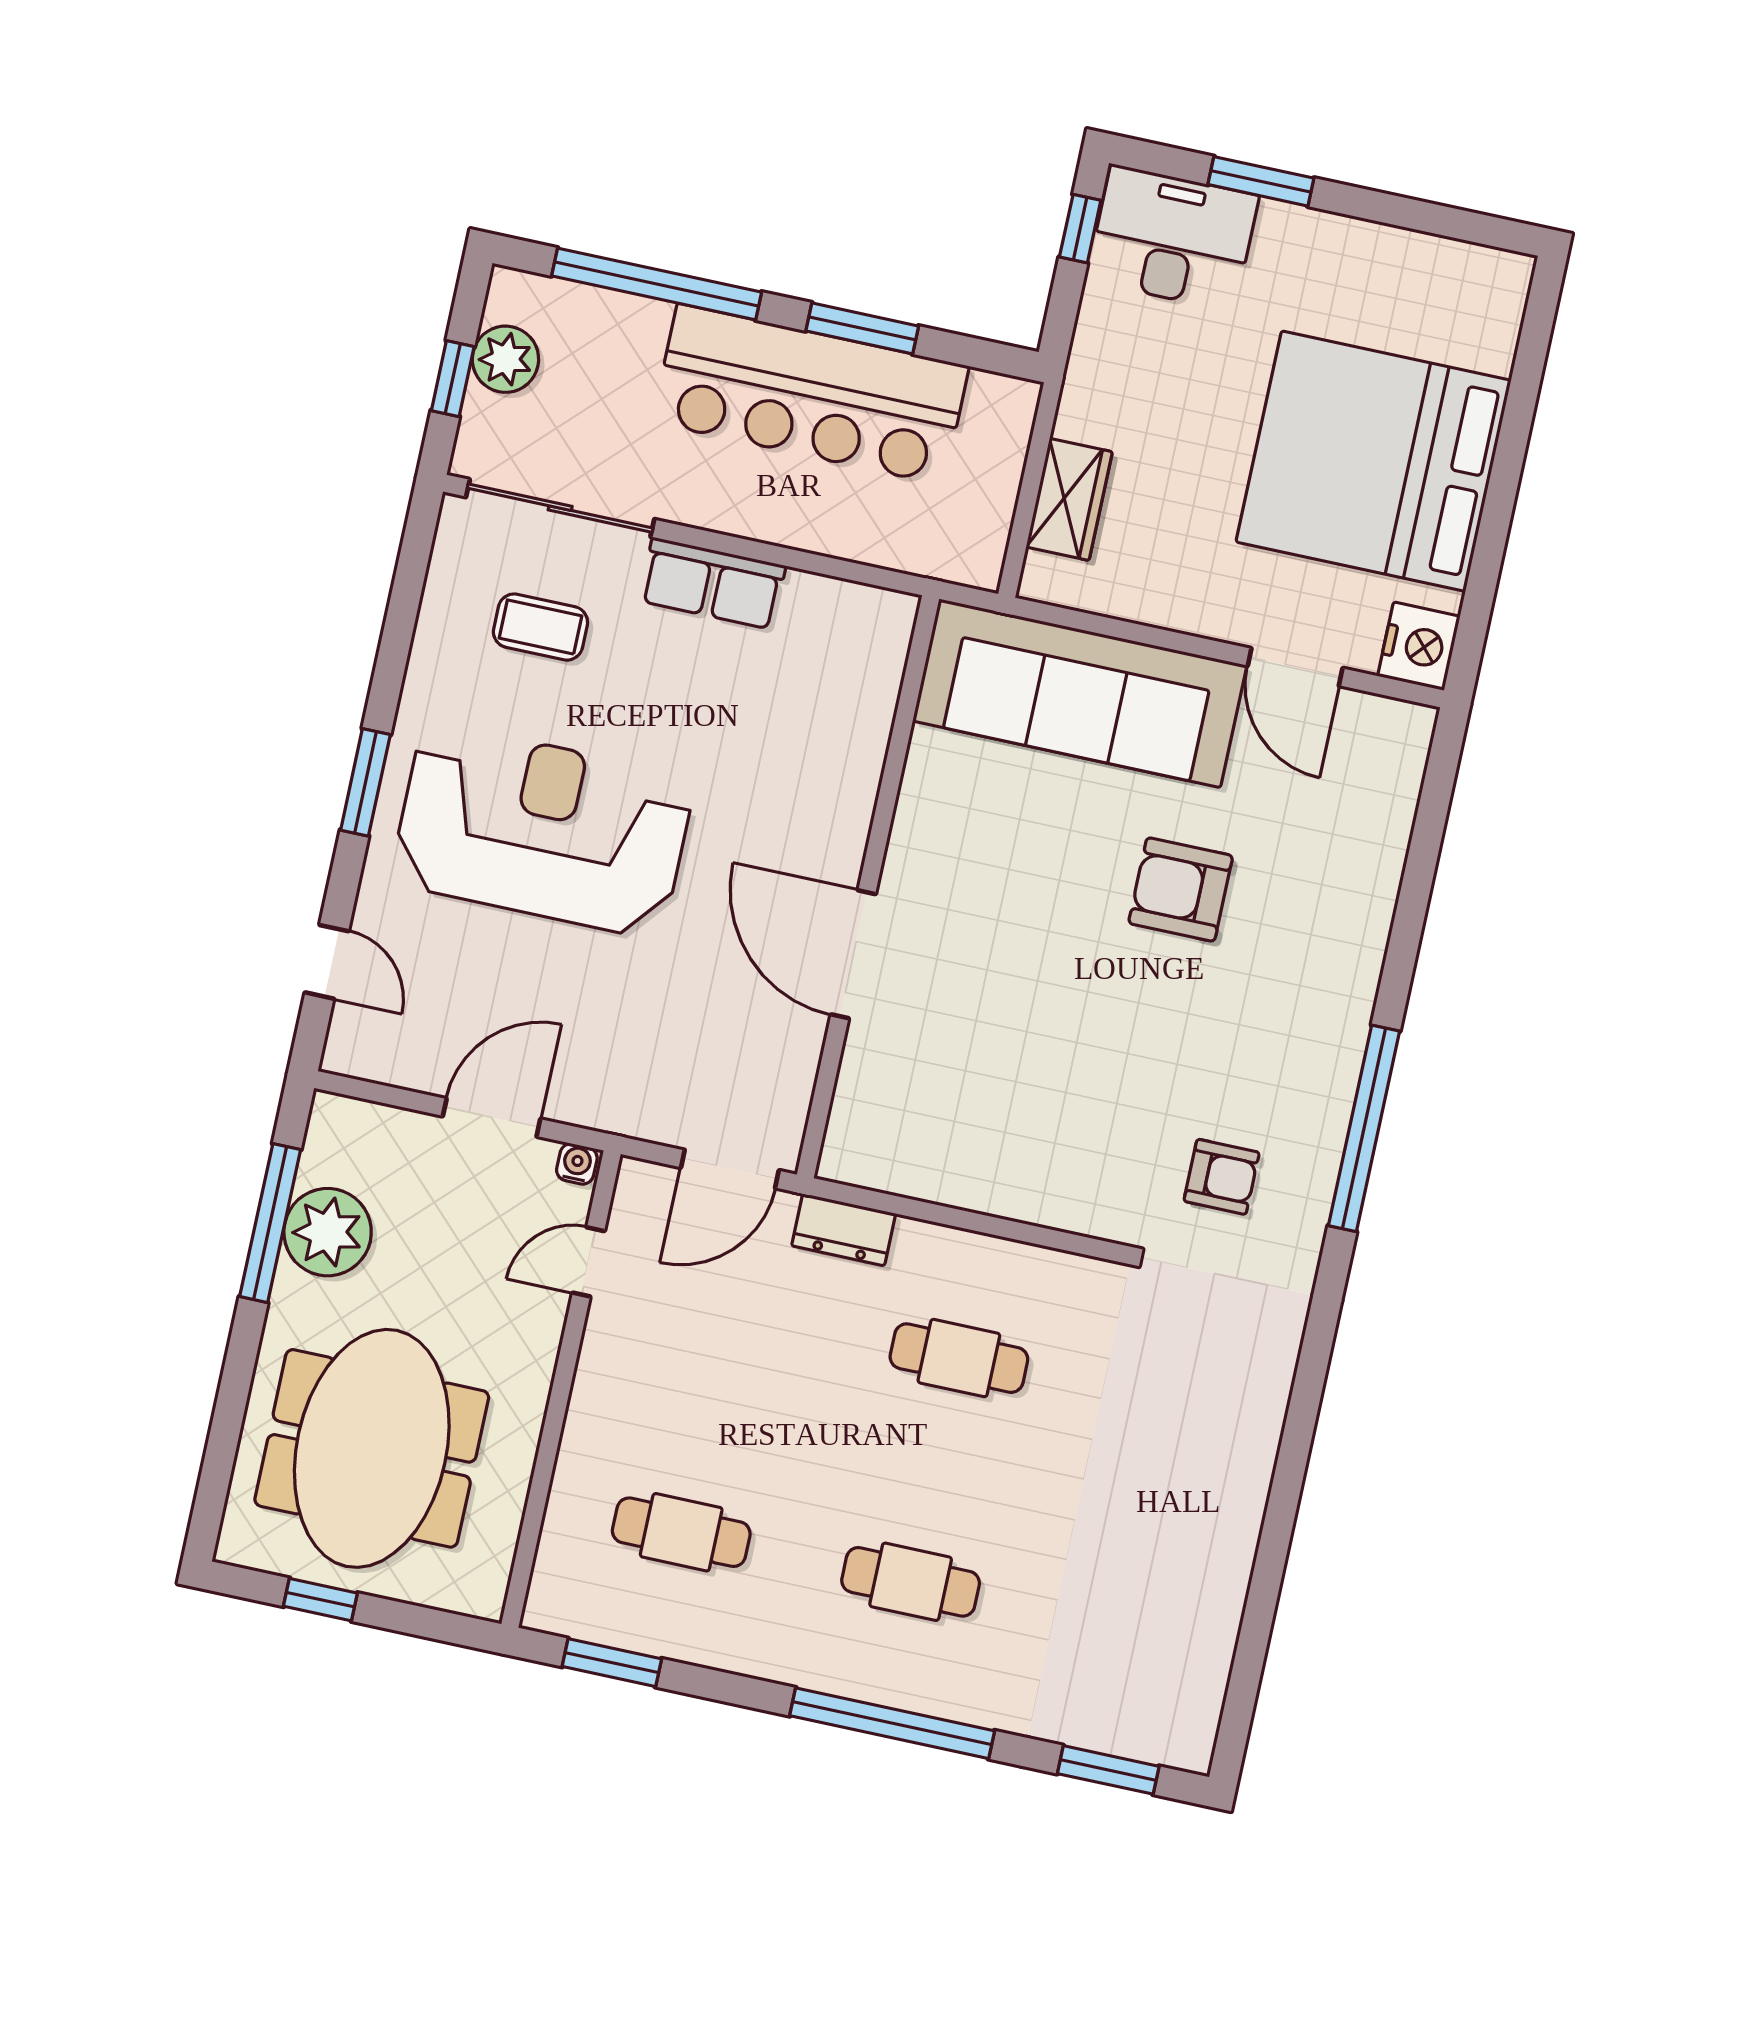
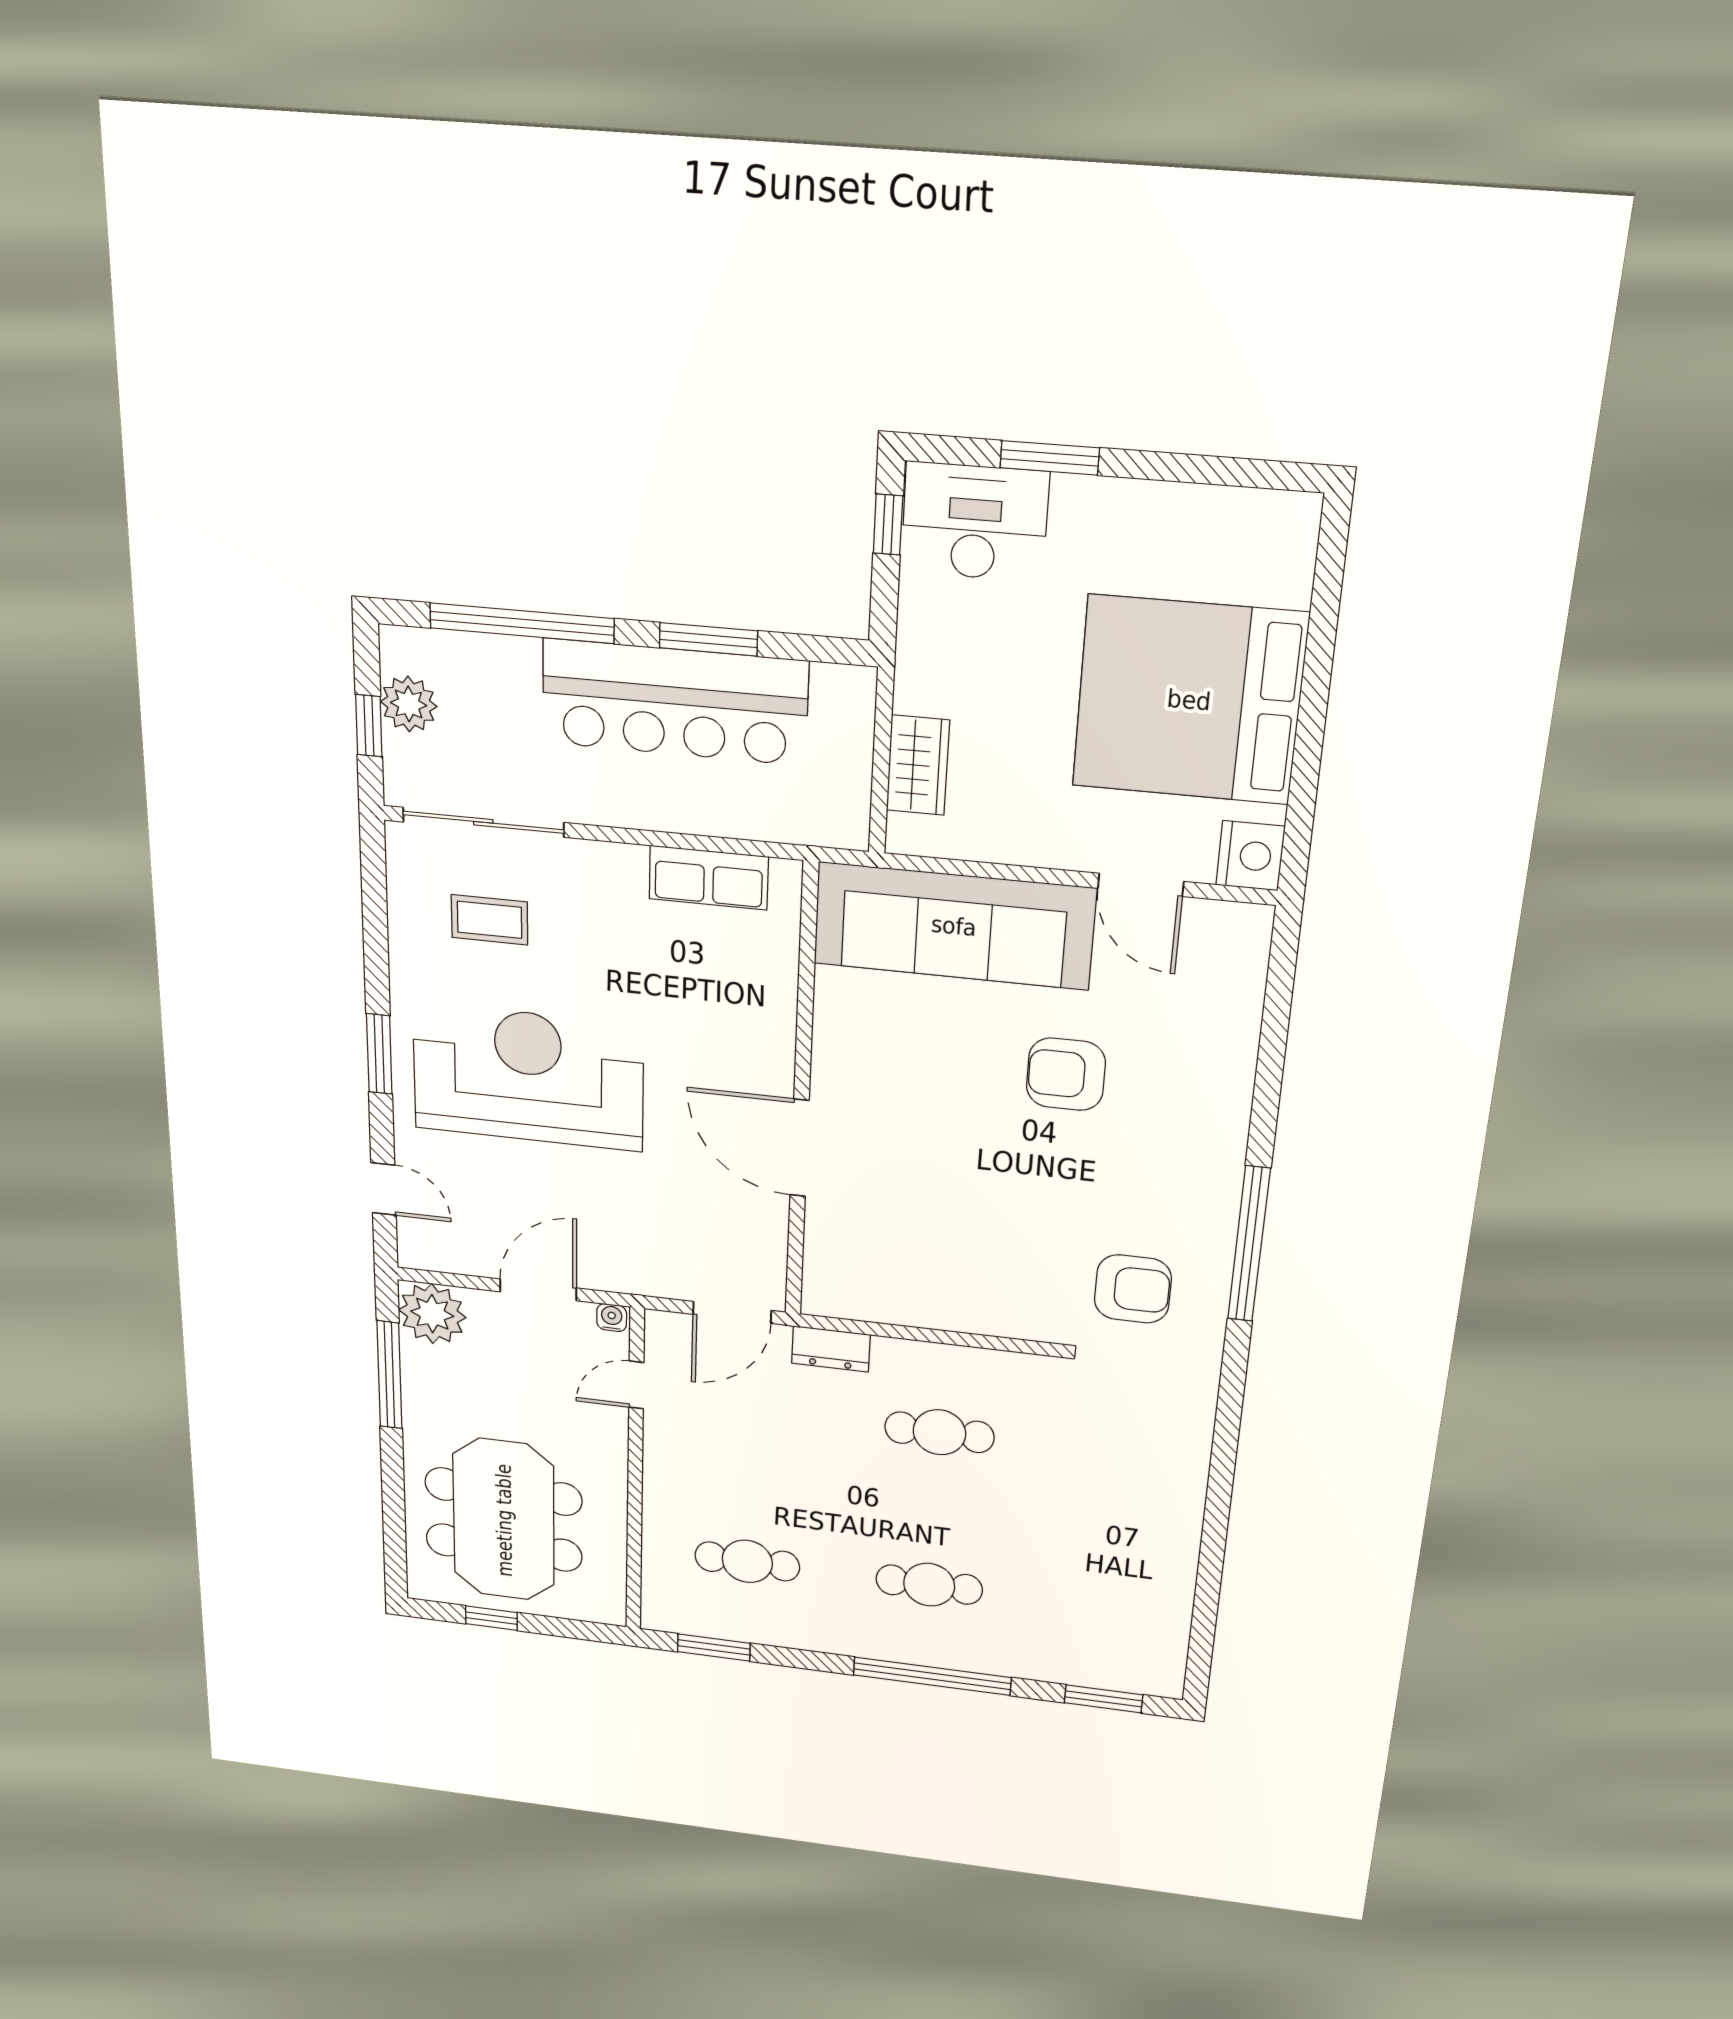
row of seats: (712, 583) -> (709, 878), moved
armchair: (1222, 1177) -> (1133, 1289), width x1.38, depth x1.38
plant: (328, 1232) -> (432, 1314), moved

